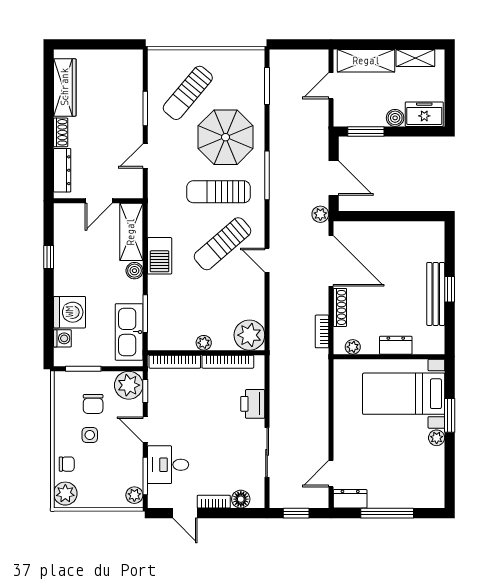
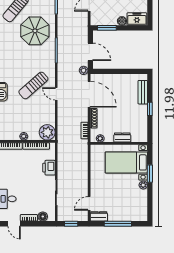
sun lounger: (219, 192) -> (31, 59), removed
bench: (436, 294) -> (143, 92), moved, width x0.73

